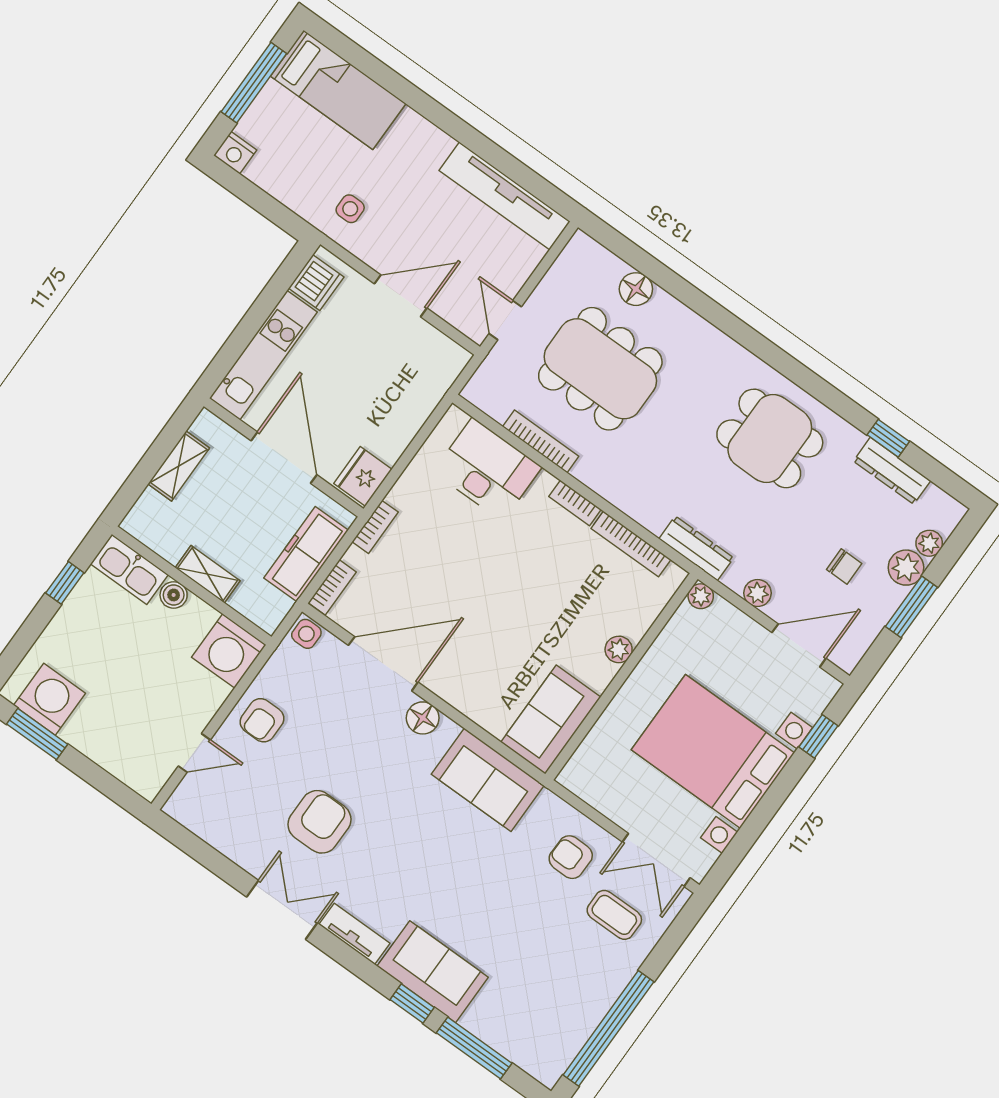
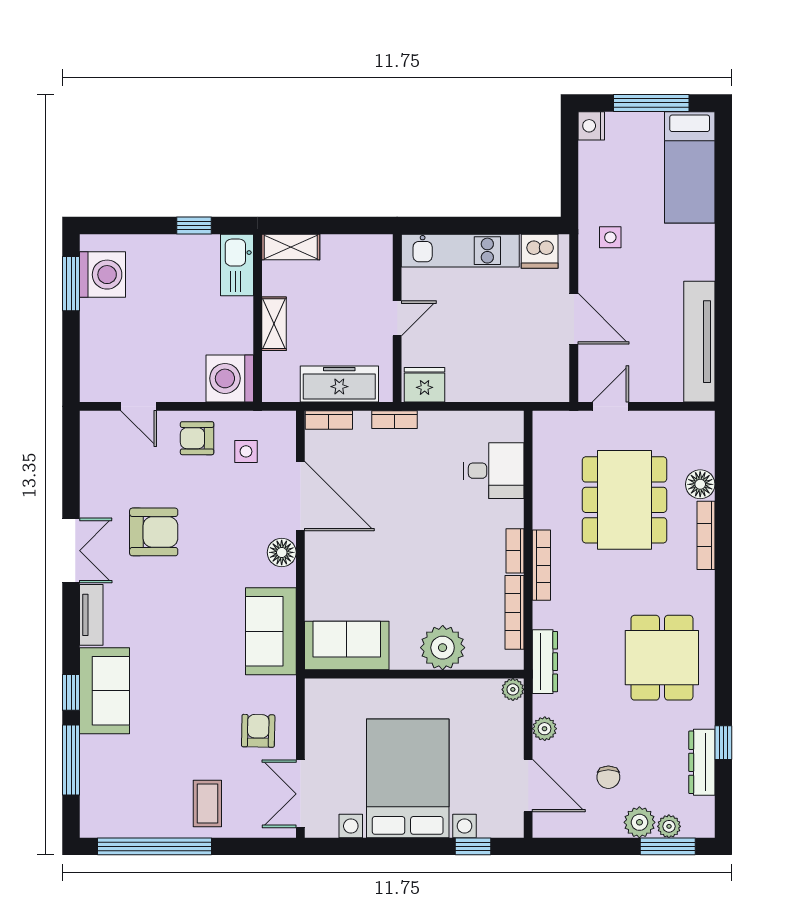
bookcase: (687, 317) -> (706, 535), added
bookcase: (541, 441) -> (541, 565), moved
door: (284, 458) -> (397, 318), width x0.53
shelving: (179, 466) -> (291, 247), moved
desk: (487, 469) -> (494, 471), width x0.73
boiler: (174, 595) -> (241, 310), removed
window: (911, 607) -> (668, 846), moved
side table: (306, 634) -> (246, 451), moved
plant: (619, 649) -> (443, 648), width x1.88, depth x1.88
coffee table: (614, 915) -> (207, 804), moved

